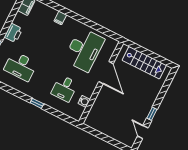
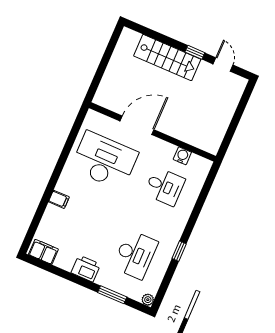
stairs: (144, 63) -> (167, 58), moved, turned 90
window: (37, 103) -> (179, 251), moved
door: (143, 132) -> (223, 65), swing flipped

